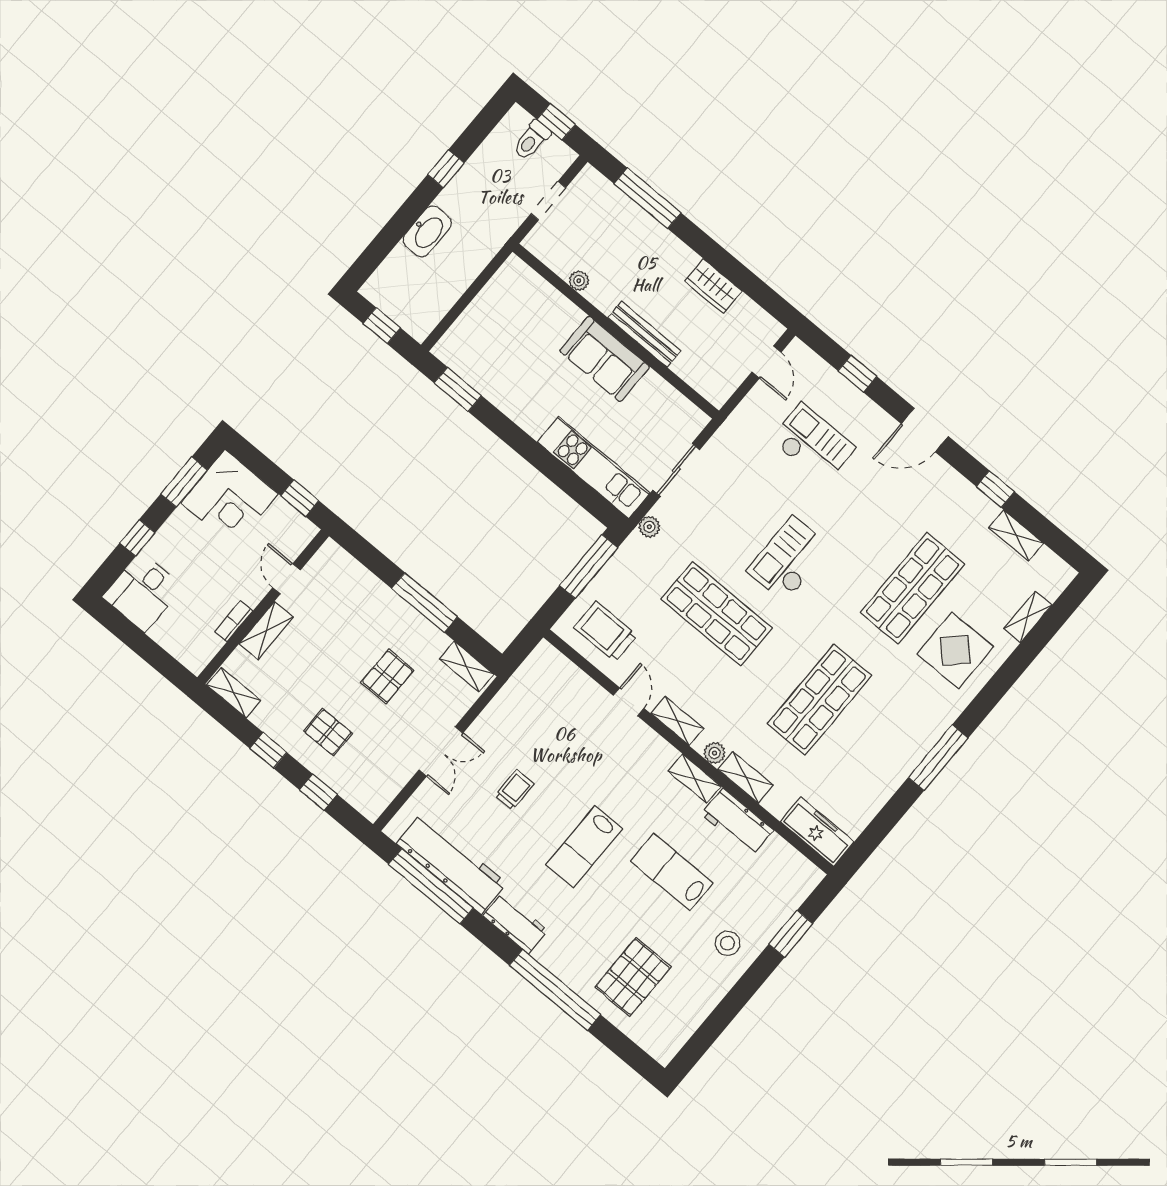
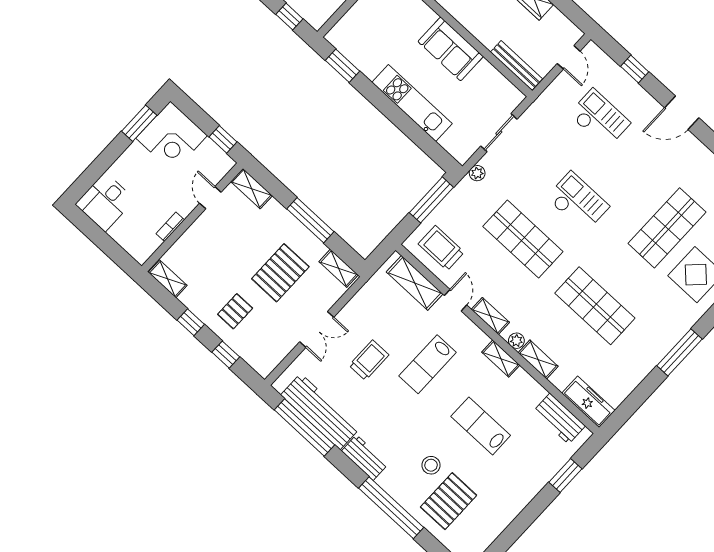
bench: (644, 334) -> (516, 66), moved
kitchen unit: (594, 467) -> (412, 103), moved
window: (137, 538) -> (103, 162), removed
checkout: (789, 559) -> (578, 202), turned 90
shelving: (266, 631) -> (252, 189), moved, turned 90
pallet: (387, 676) -> (280, 273), width x1.50, depth x1.42
shelving: (571, 681) -> (415, 283), added
shop shelf: (819, 700) -> (595, 306), turned 90
pallet: (328, 732) -> (235, 311), turned 90
trolley: (514, 790) -> (369, 360), width x1.36, depth x1.39
workbench: (737, 822) -> (559, 419), moved
lab bench: (584, 847) -> (428, 364), moved
stool: (728, 943) -> (431, 465), moved

